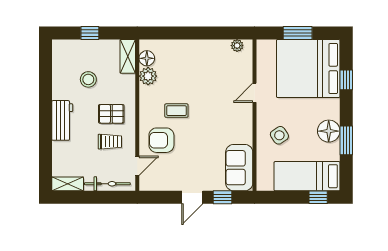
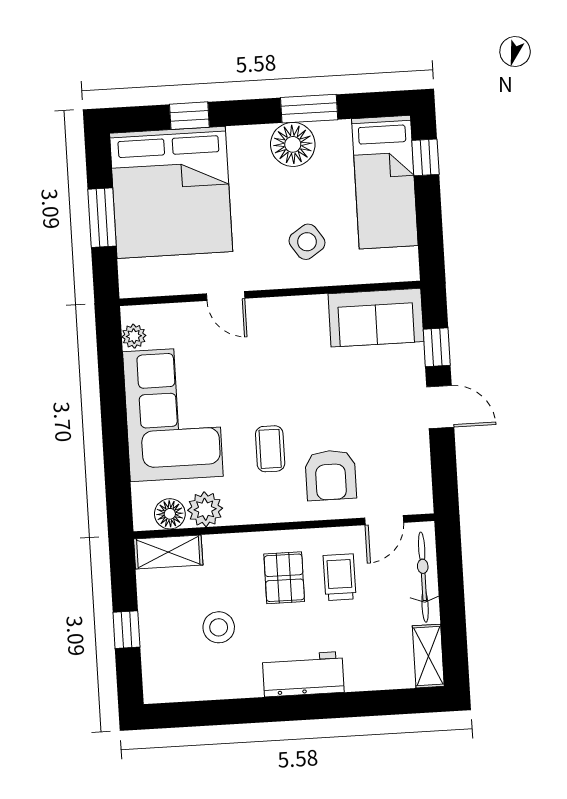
corner sofa: (197, 63) -> (173, 414), added
door: (137, 166) -> (384, 520), swing flipped

